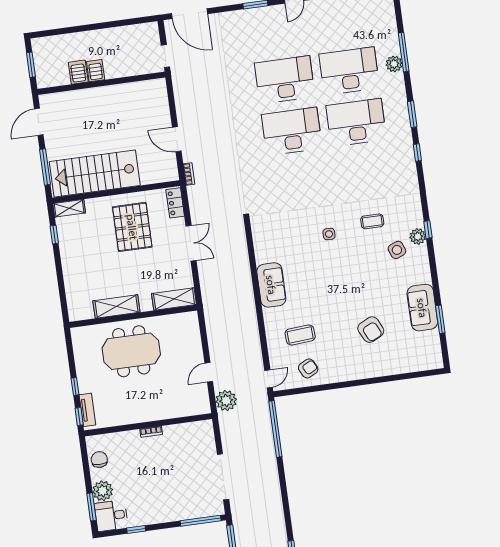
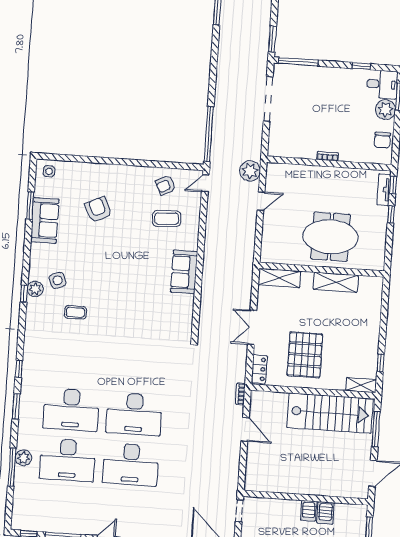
side table: (329, 234) -> (49, 171), moved

